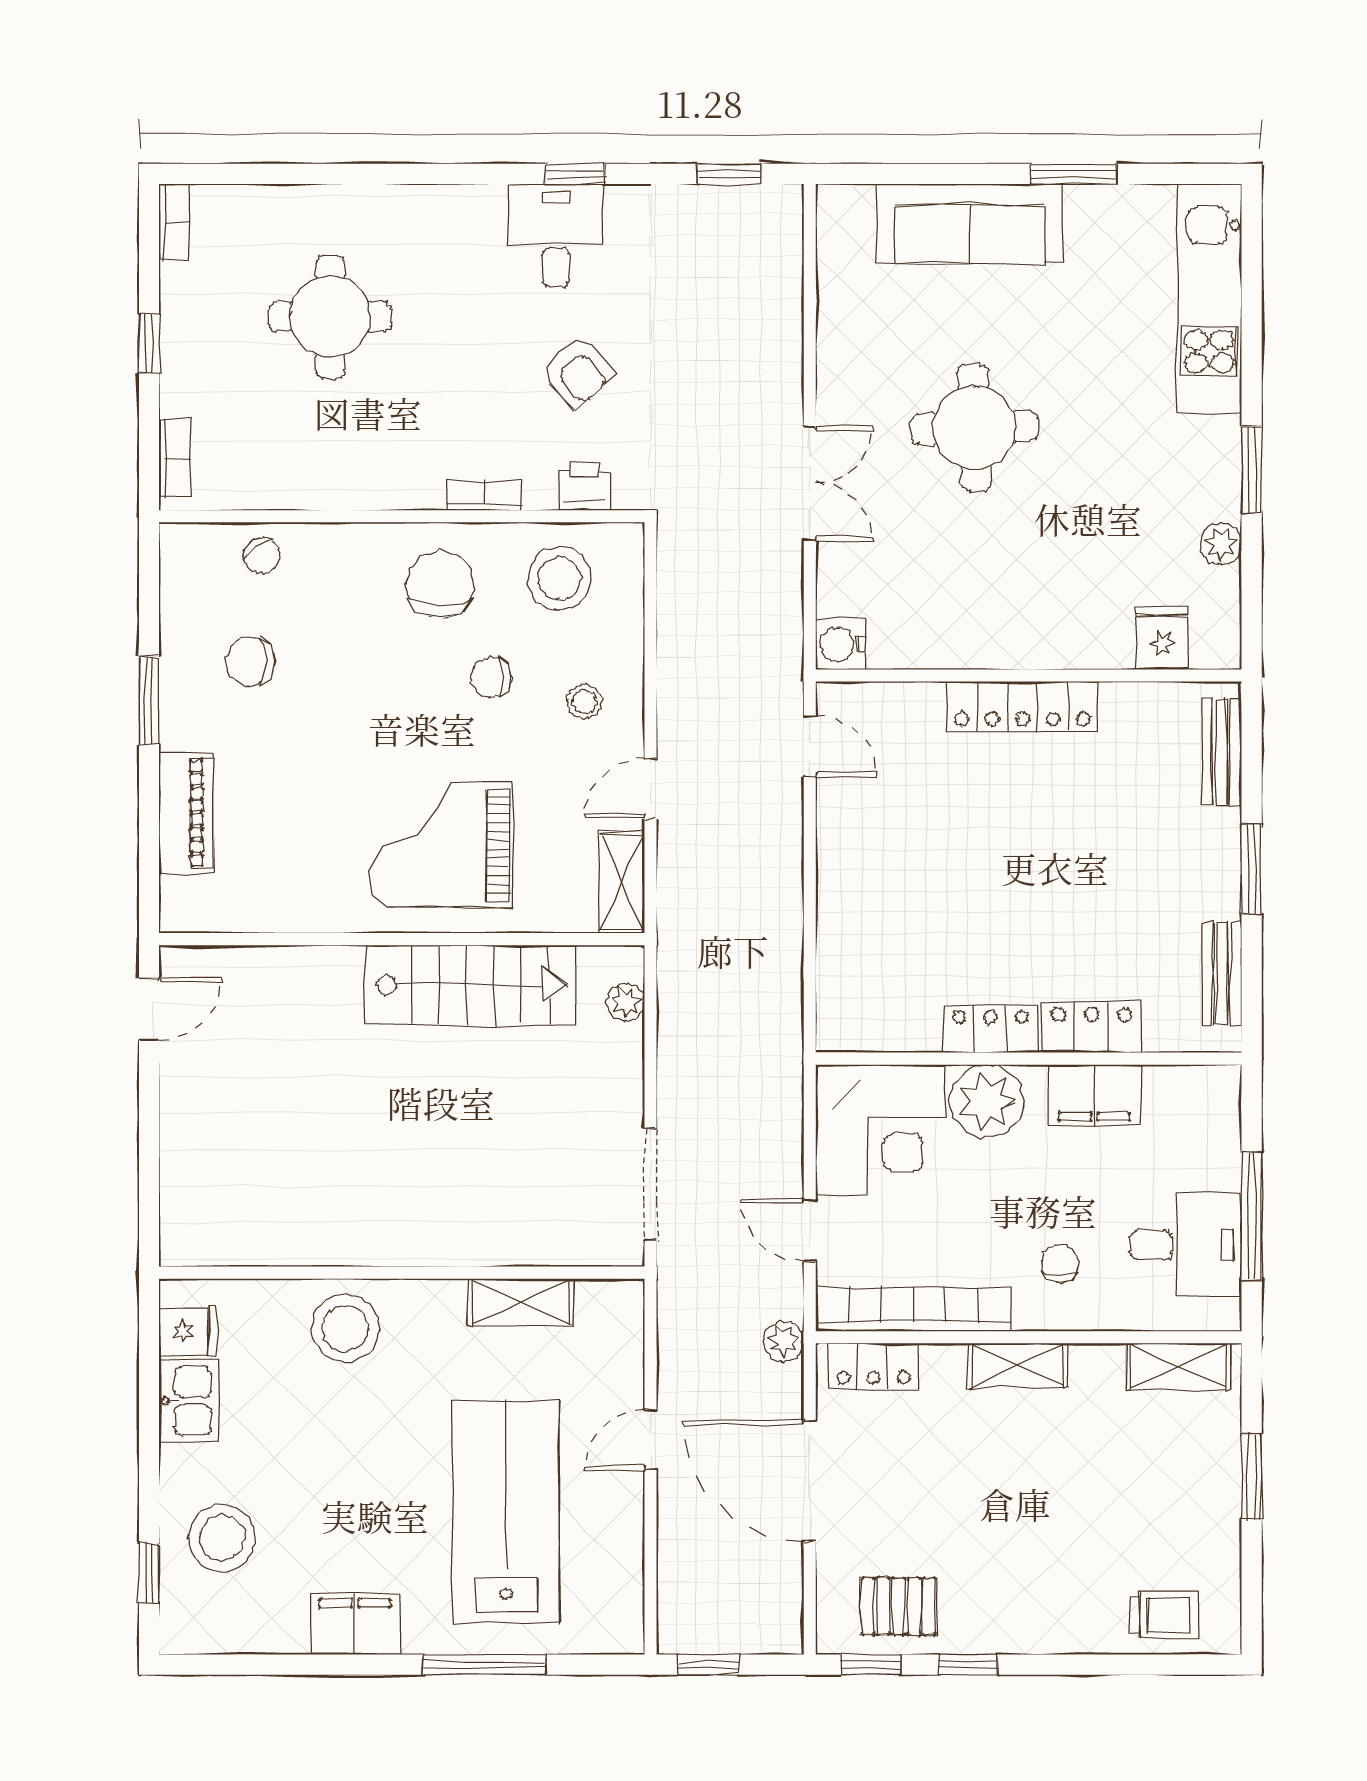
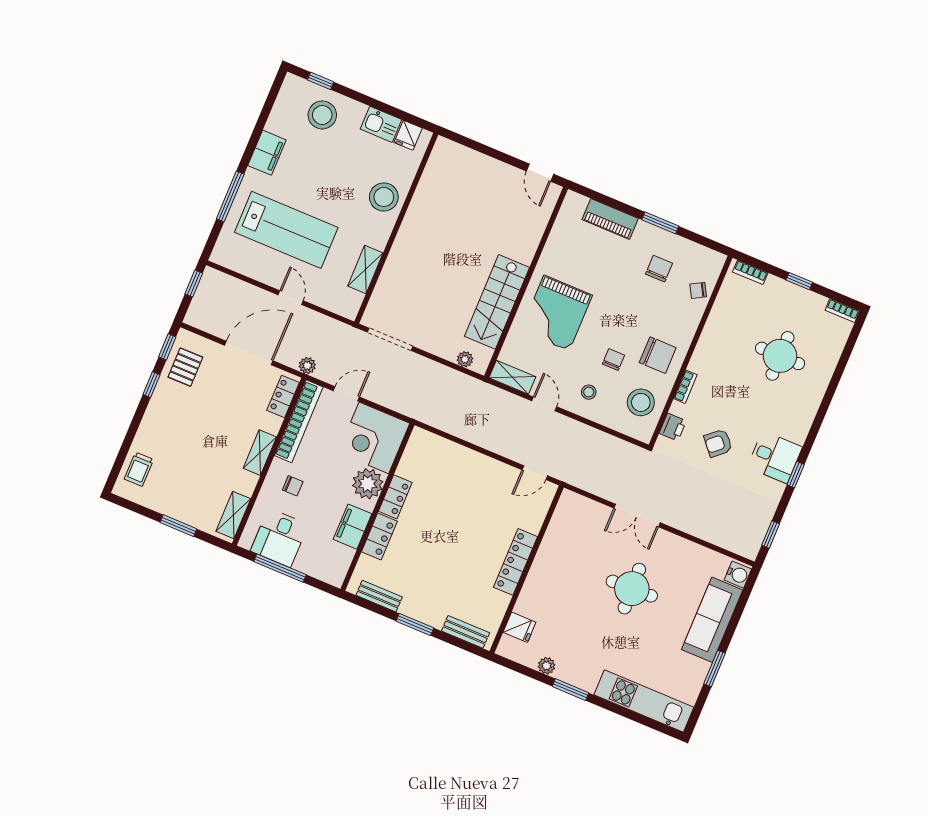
water cooler: (841, 645) -> (738, 575), moved, turned 90
grand piano: (441, 845) -> (556, 313), turned 180

